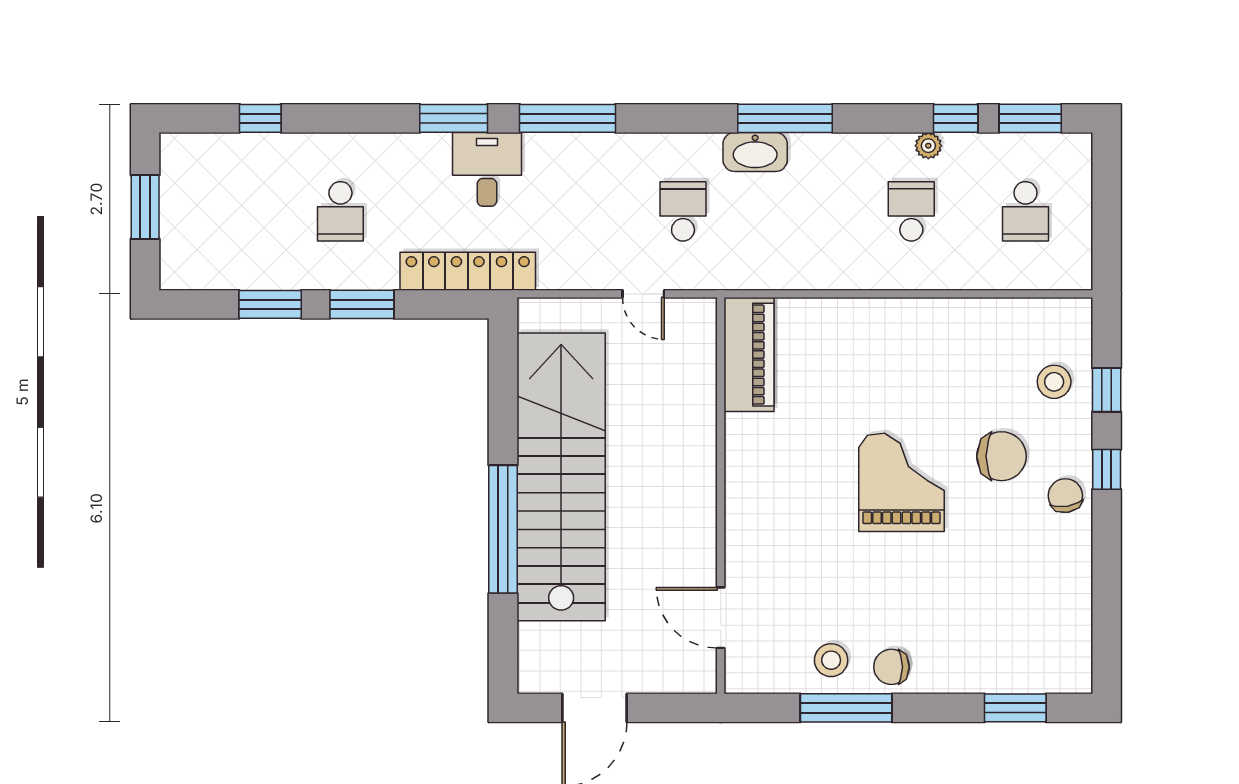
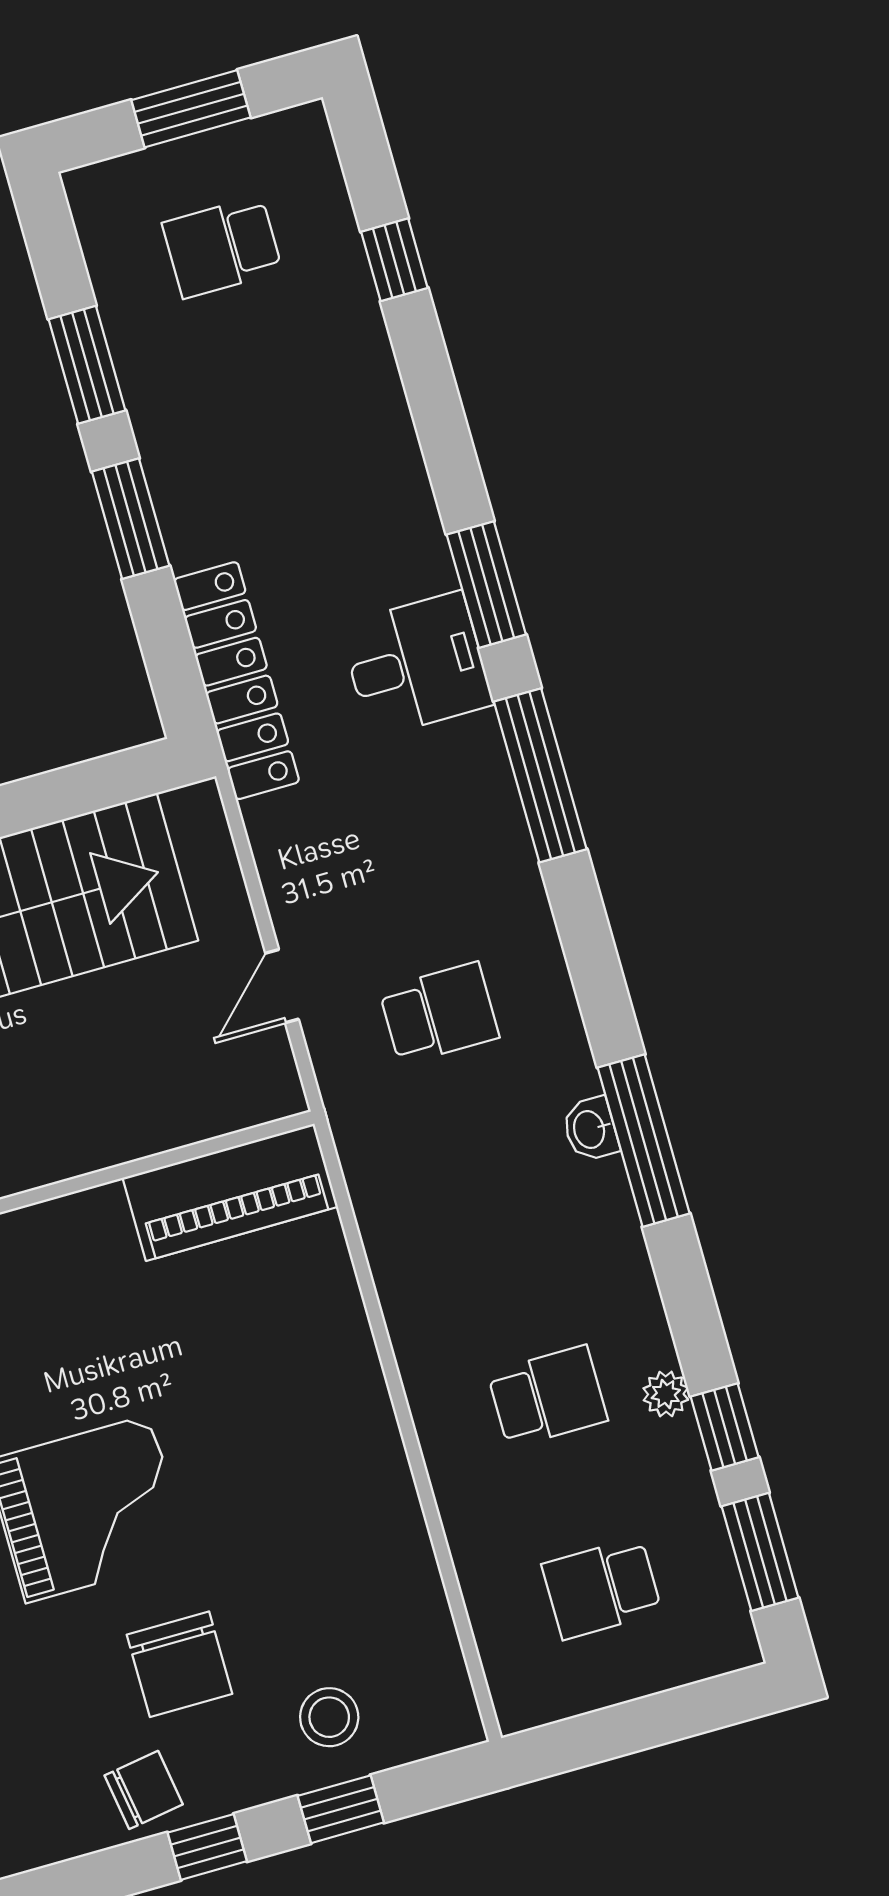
washbasin: (755, 152) -> (590, 1129), width x0.52, depth x0.69
school desk: (340, 211) -> (222, 247), moved

